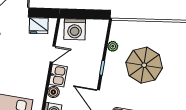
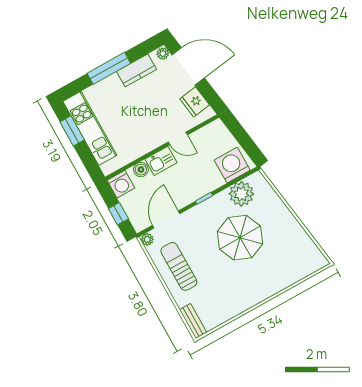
washing machine: (75, 29) -> (232, 165), moved, turned 98
plant: (113, 46) -> (241, 194), width x1.87, depth x1.87

